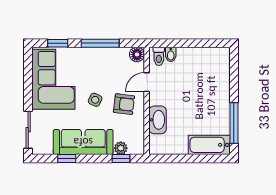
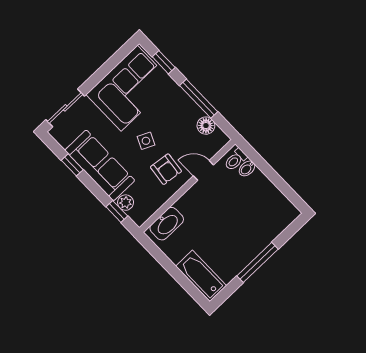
floor lamp: (137, 54) -> (206, 126), moved
washbasin: (158, 120) -> (167, 224), moved
window: (234, 123) -> (258, 262), moved

